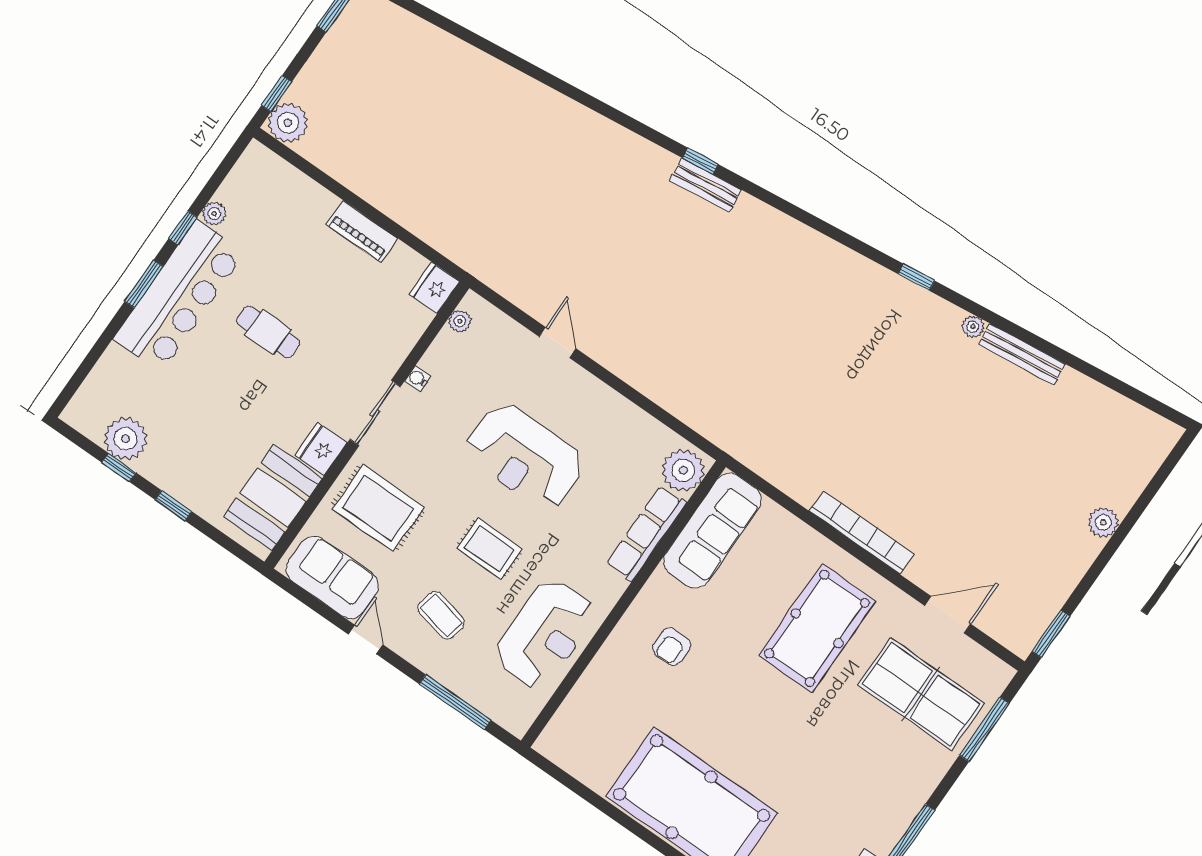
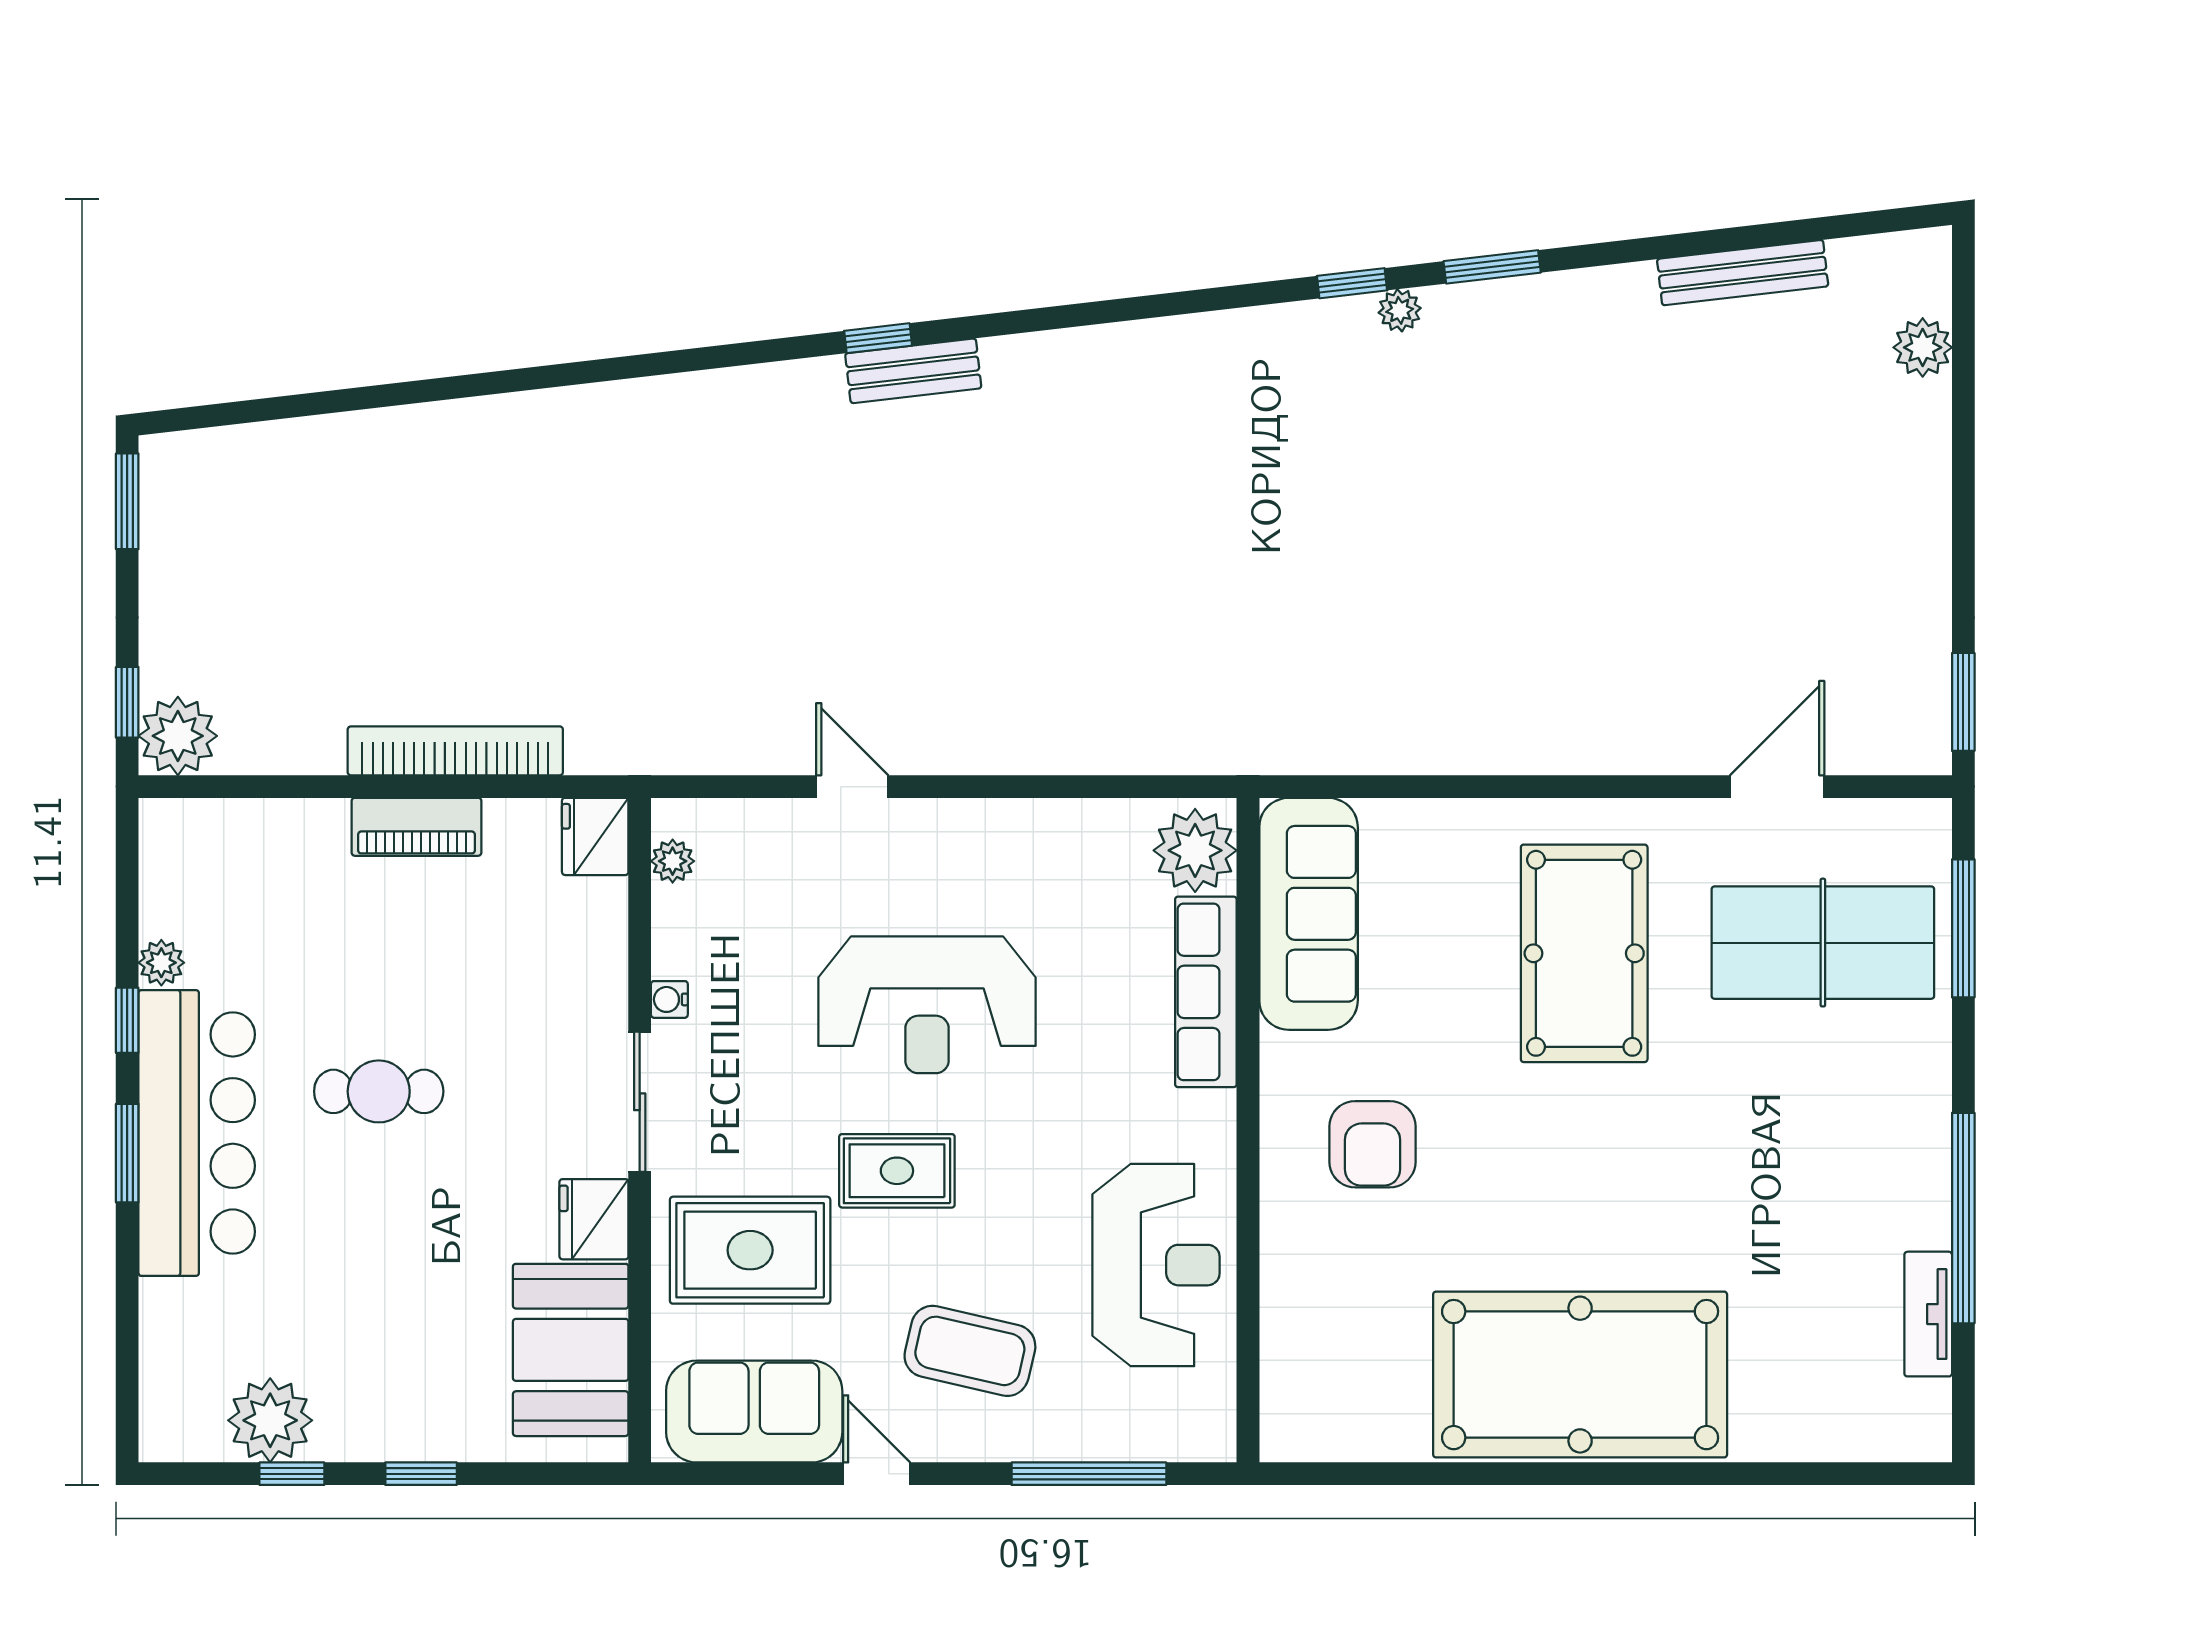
window: (980, 312) -> (1492, 267), added
plant: (973, 327) -> (1400, 310), moved
bench: (1022, 354) -> (1743, 273), moved
plant: (1103, 522) -> (1923, 347), moved
bookcase: (862, 533) -> (455, 751), moved
rug: (489, 549) -> (897, 1171), moved
coffee table: (441, 615) -> (970, 1351), width x1.36, depth x1.30
armchair: (672, 647) -> (1372, 1144), width x1.38, depth x1.38

